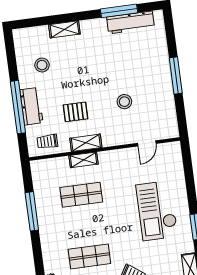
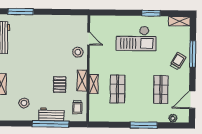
window: (176, 76) -> (21, 11), moved
stool: (124, 102) -> (78, 52), moved
window: (32, 211) -> (144, 125), moved

